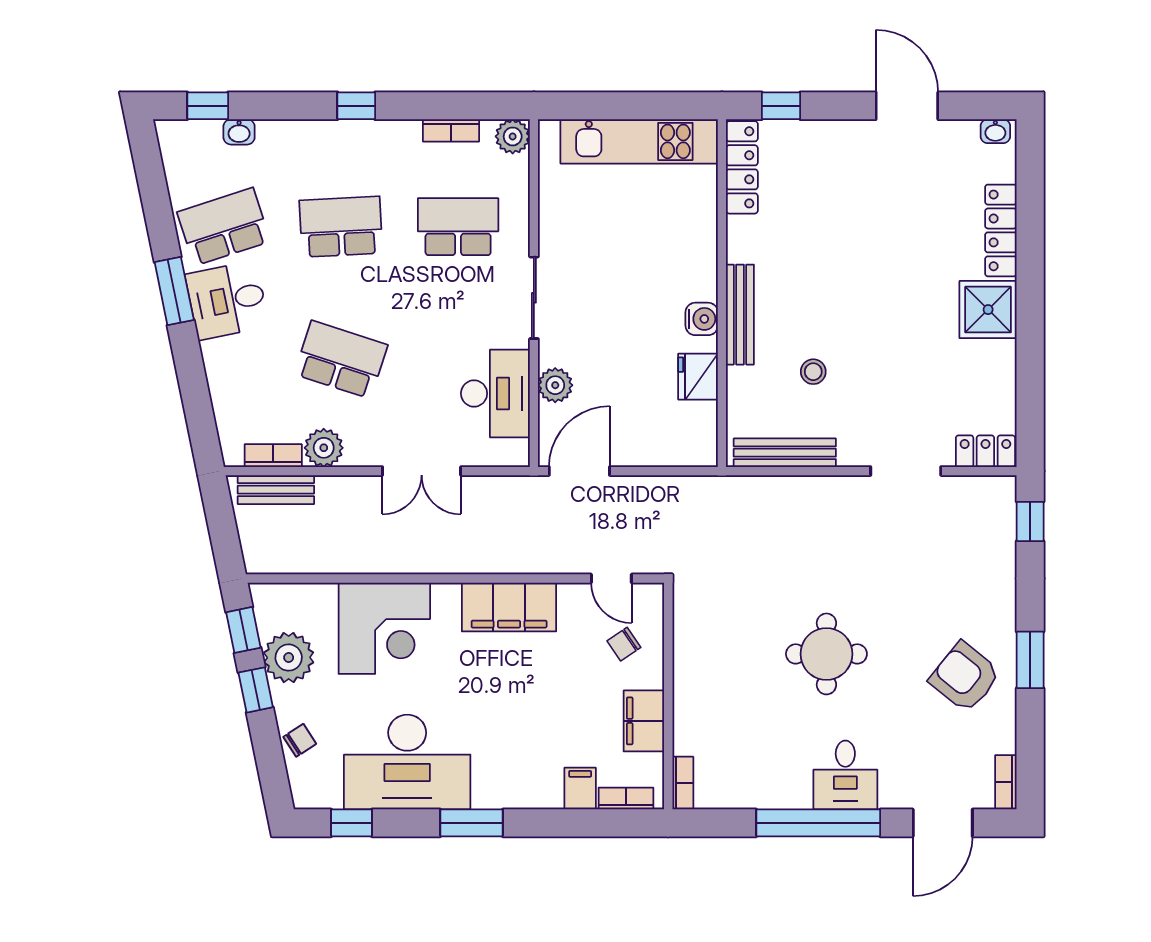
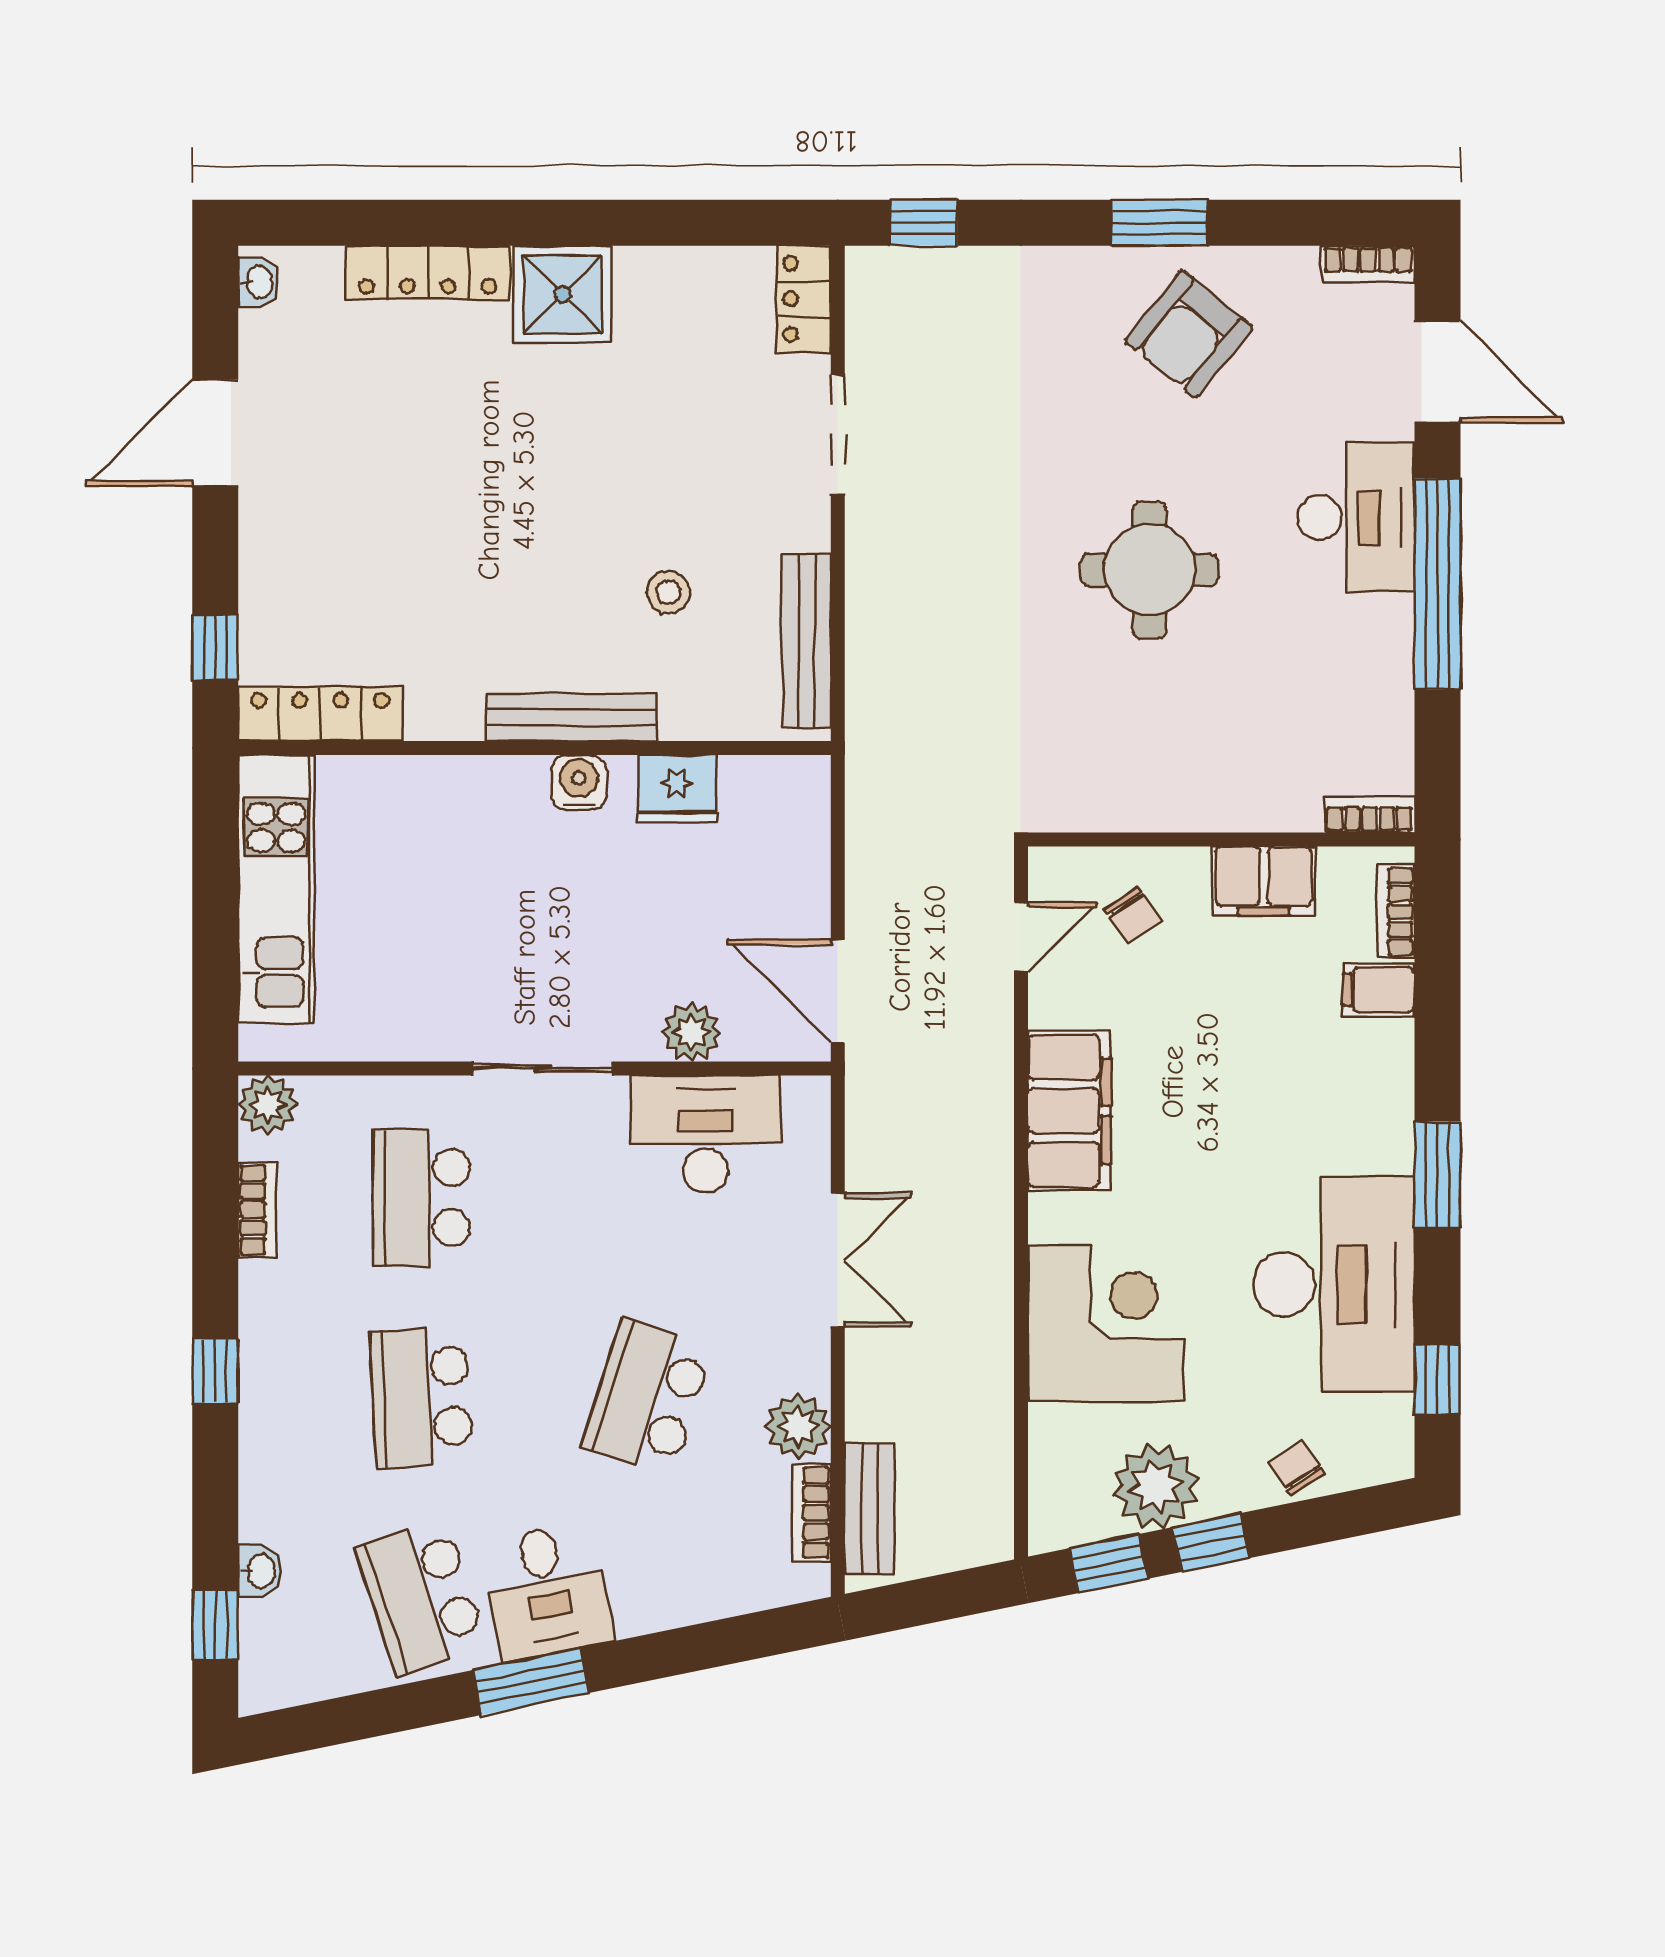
desk: (845, 775) -> (1356, 517), width x1.37

